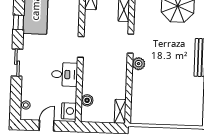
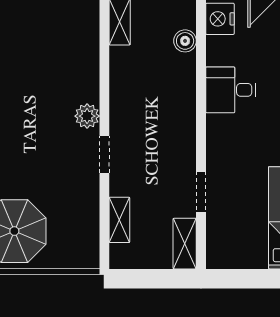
doorway: (81, 47) -> (201, 192), moved

